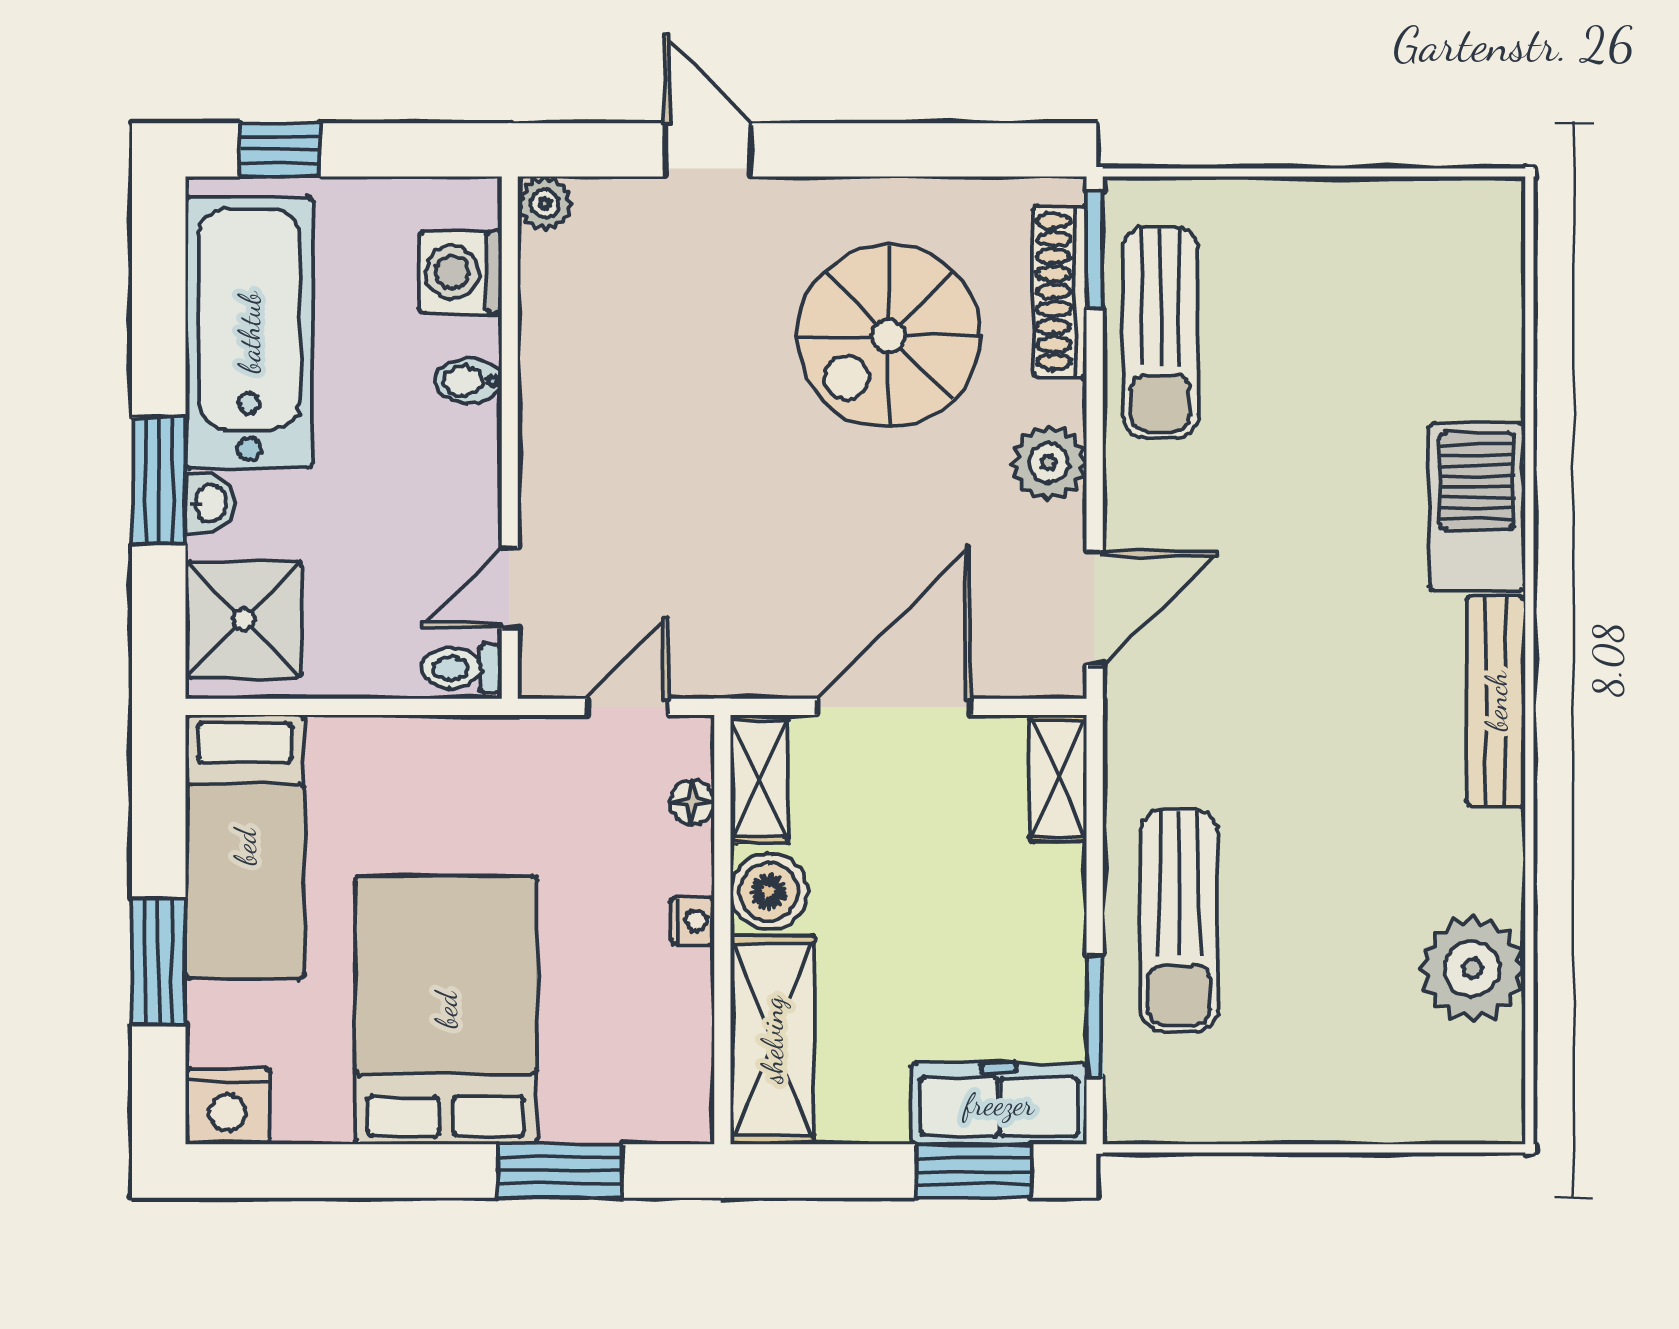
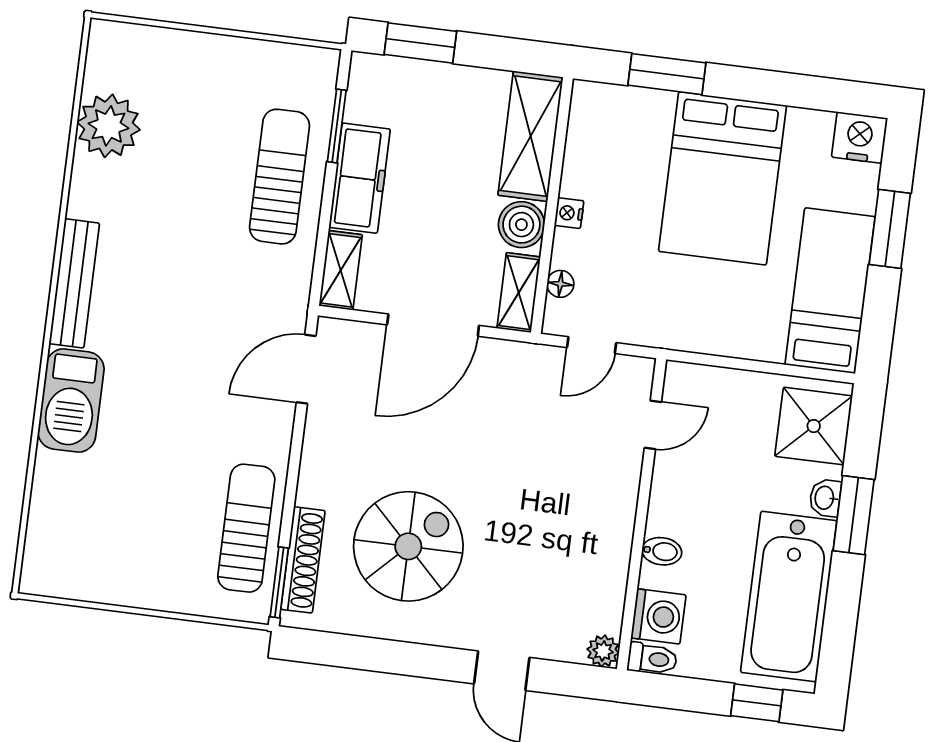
plant: (1049, 463) -> (323, 459), removed
toilet: (462, 668) -> (652, 659), moved
freezer: (999, 1104) -> (360, 178), moved, turned -90

